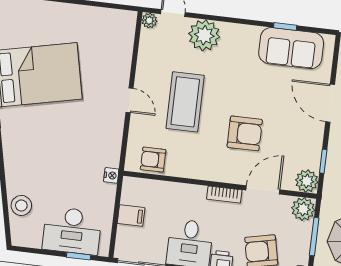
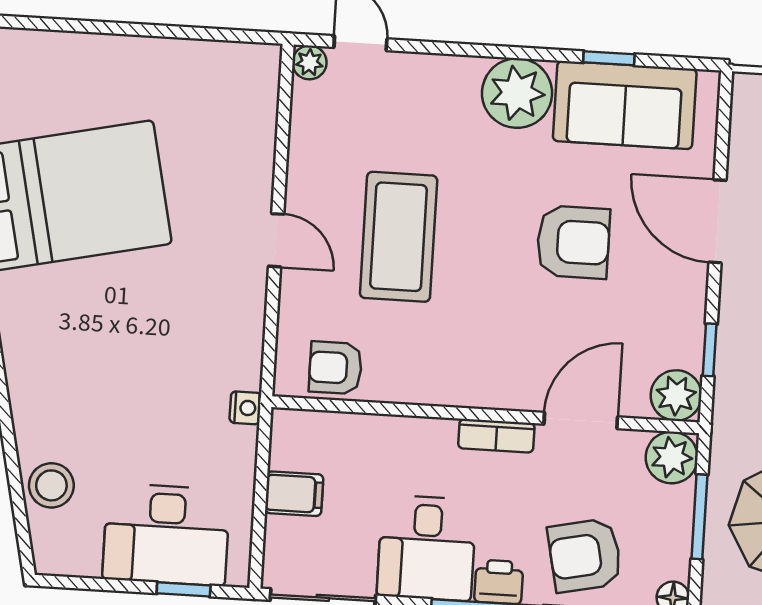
plant: (204, 35) -> (517, 93), moved
armchair: (245, 133) -> (573, 242), moved

